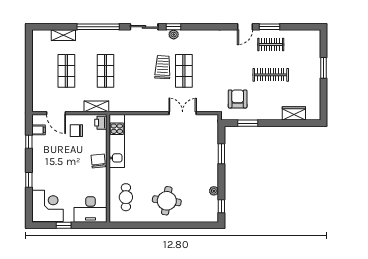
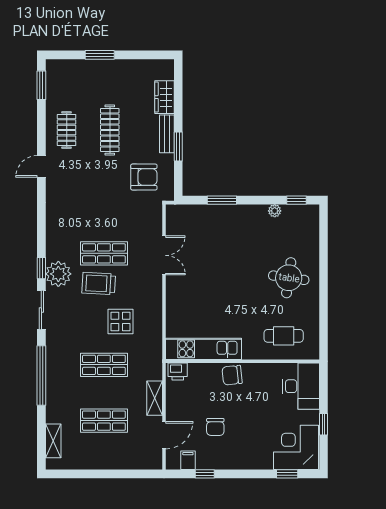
door: (245, 27) -> (41, 166), swing flipped
window: (270, 27) -> (41, 85), moved
shelving: (63, 35) -> (53, 441), moved
plant: (174, 35) -> (58, 274), width x1.88, depth x1.88
display table: (136, 83) -> (121, 321), added
armchair: (238, 99) -> (144, 177), turned 180
shelving: (96, 106) -> (155, 398), moved
double door: (183, 113) -> (164, 255), swing flipped
bench: (268, 115) -> (167, 134), added
window: (248, 123) -> (178, 146), moved
chair: (76, 131) -> (215, 427), moved
window: (29, 180) -> (287, 474), moved

